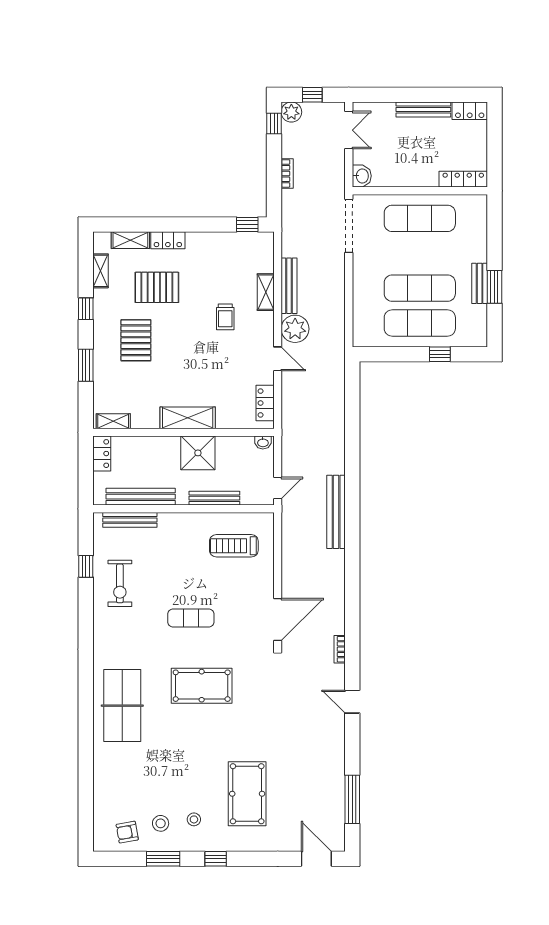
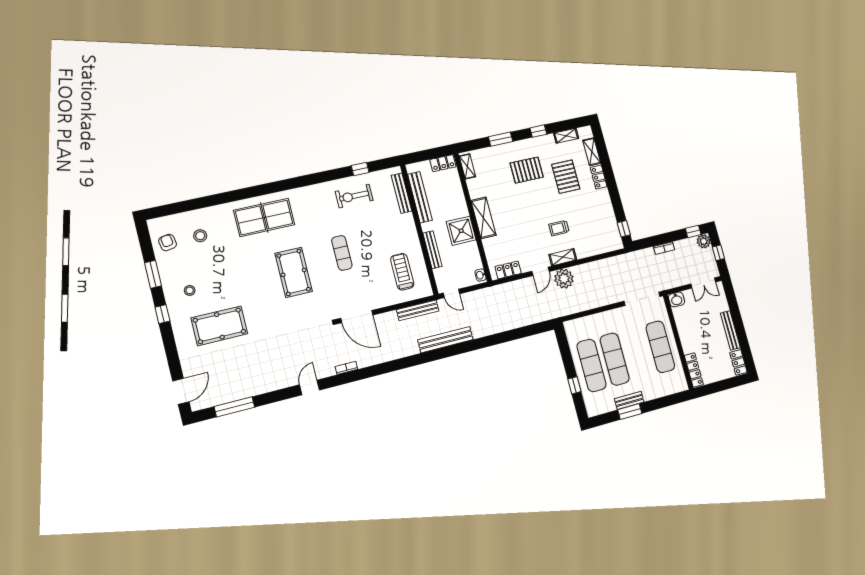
bench: (289, 286) -> (418, 310), moved
shelving: (266, 292) -> (563, 257), moved
stool: (161, 823) -> (200, 236), moved

